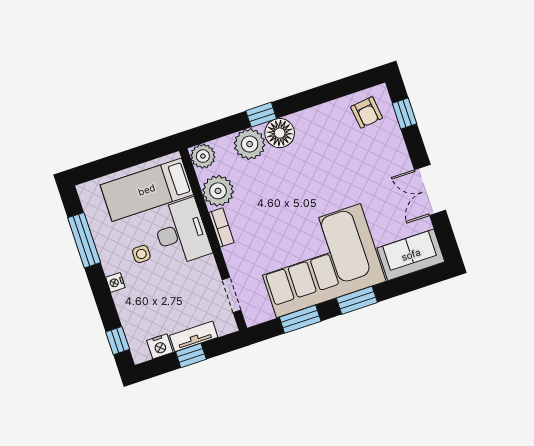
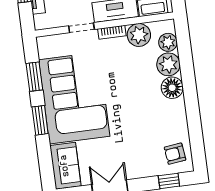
window: (261, 115) -> (188, 77), removed
plant: (203, 156) -> (168, 42), moved
doorway: (232, 295) -> (81, 28), moved

